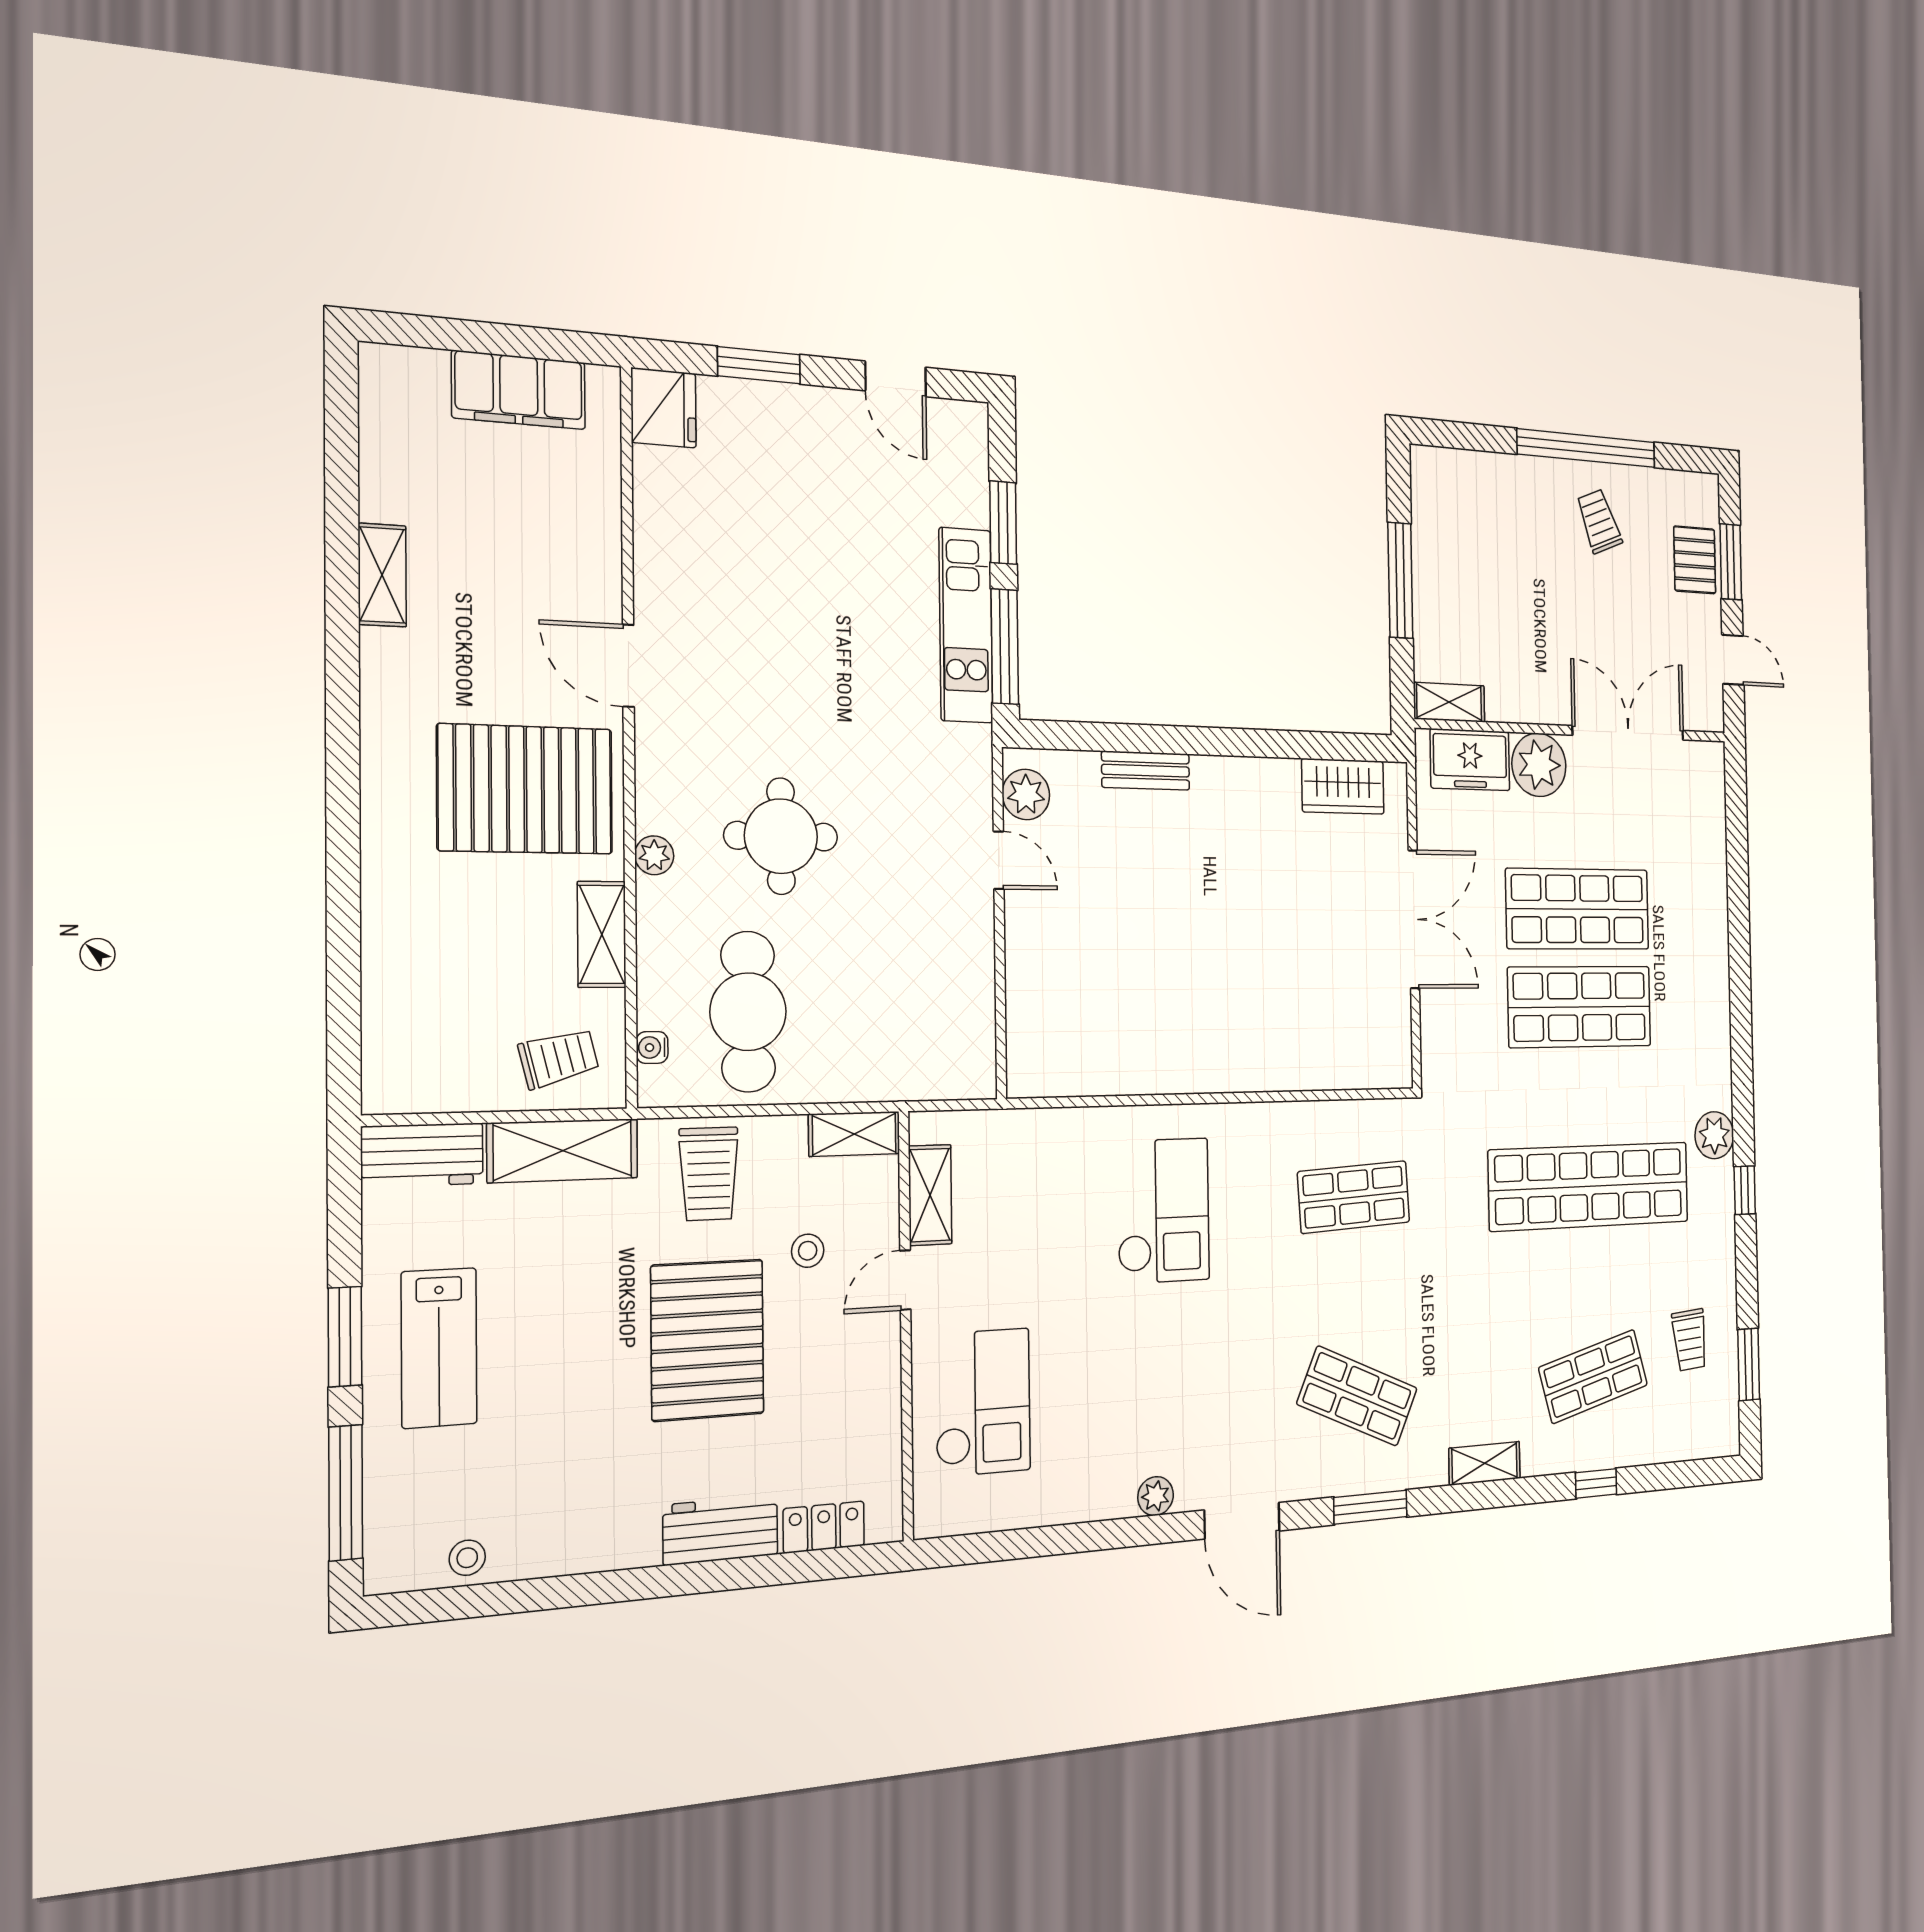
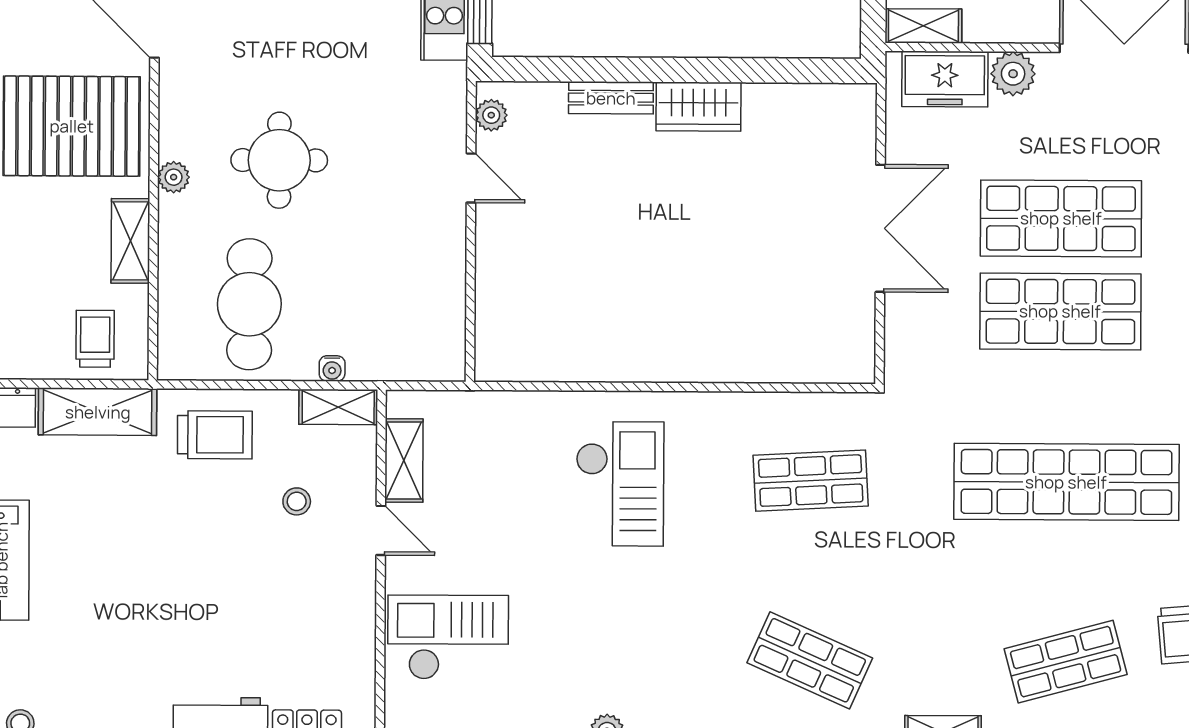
plant: (1539, 765) -> (1013, 74), width x0.73, depth x0.73
wardrobe: (1343, 786) -> (699, 107), moved
plant: (1026, 794) -> (491, 115), width x0.73, depth x0.73
water cooler: (652, 1047) -> (332, 368), moved, turned -90
trolley: (559, 1058) -> (95, 339), turned -76
trolley: (709, 1174) -> (215, 435), turned -90
door: (905, 1280) -> (381, 530), swing flipped
pallet: (708, 1340) -> (212, 568), removed
checkout: (983, 1402) -> (448, 637), turned -90

